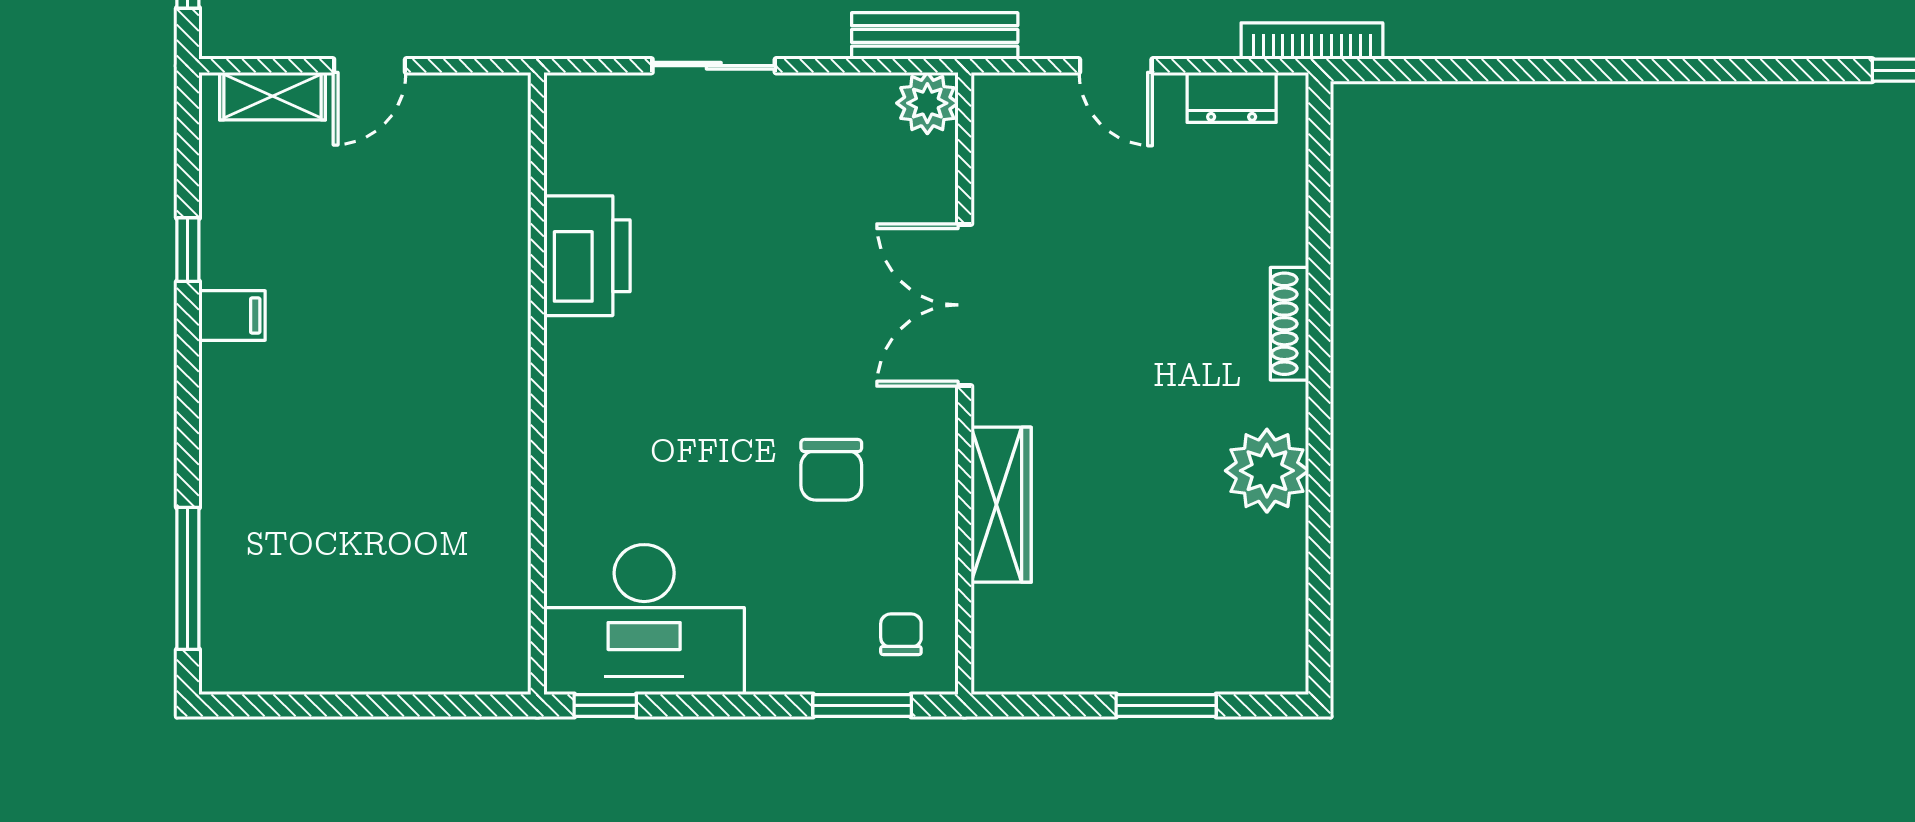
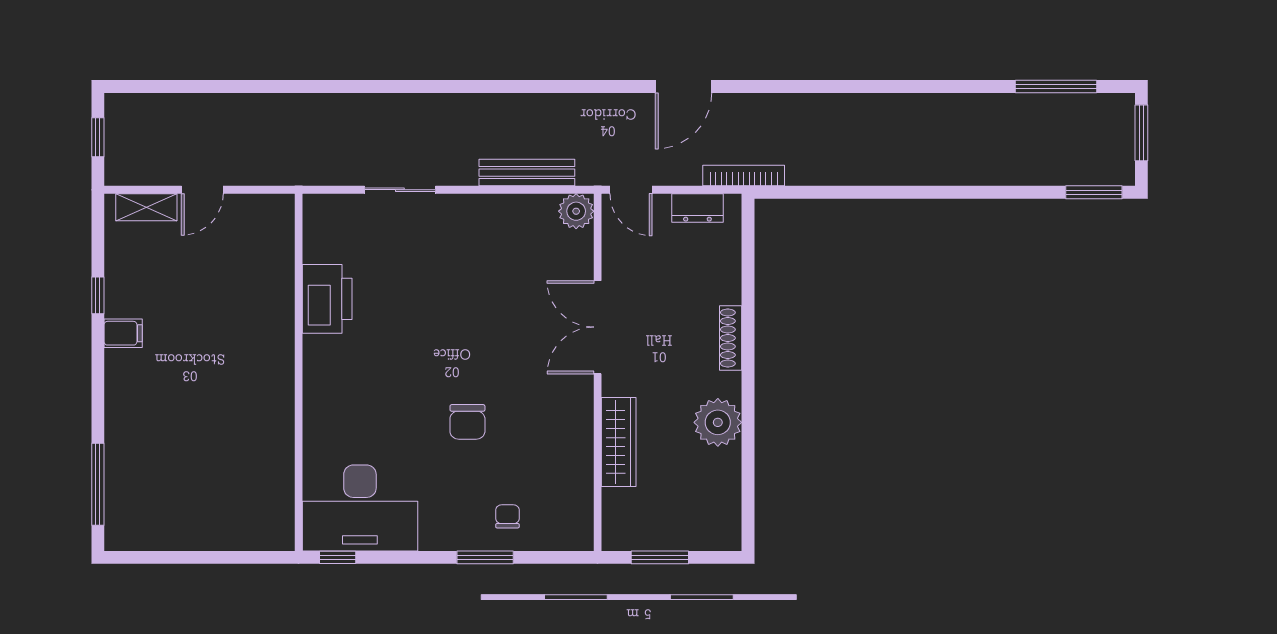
plant: (927, 103) -> (576, 211), moved
double door: (965, 305) -> (598, 327), moved
wall: (965, 383) -> (598, 372), moved
wardrobe: (1001, 505) -> (619, 442), moved

